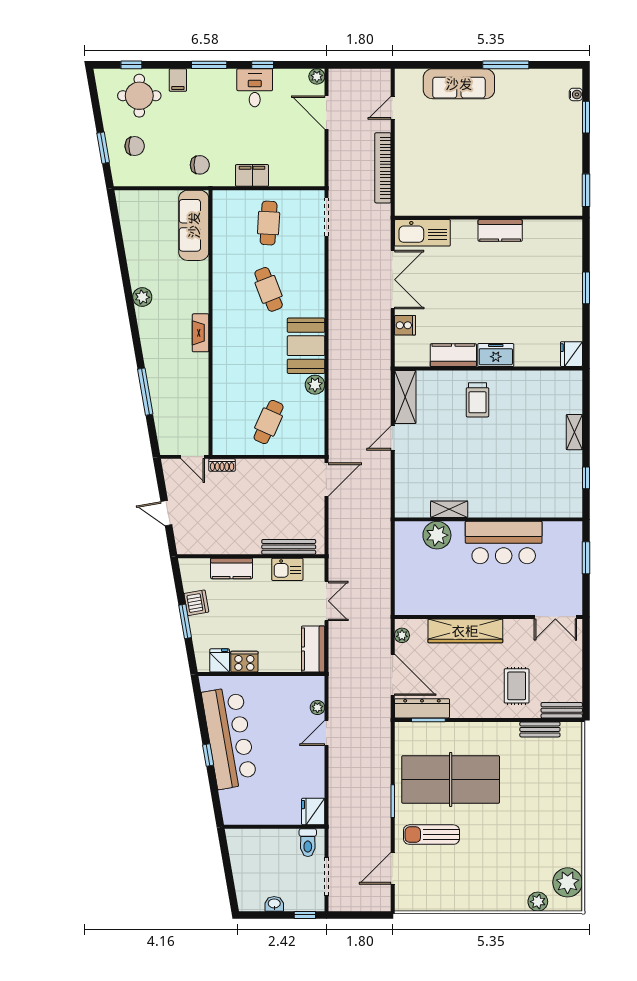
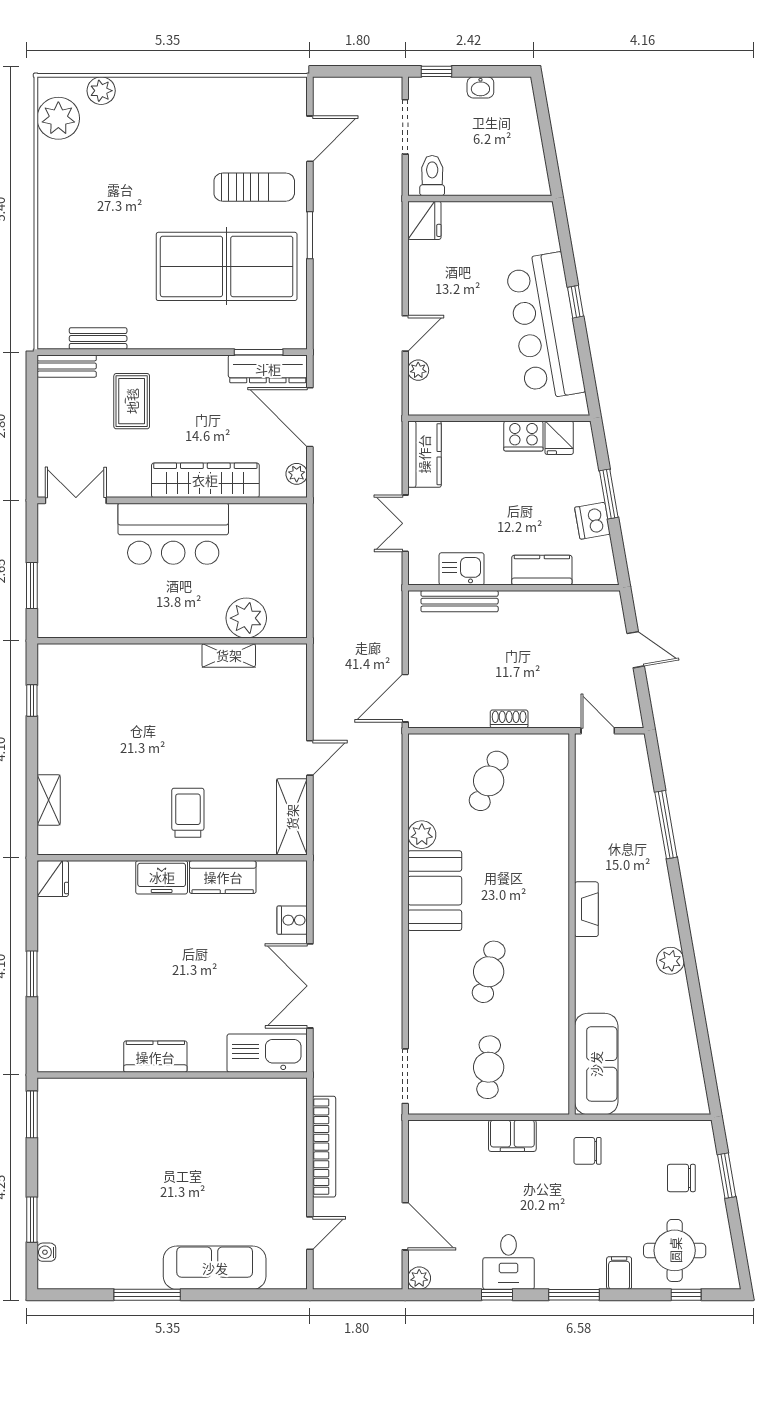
cafe table: (269, 289) -> (489, 972), turned 36
shelving: (574, 432) -> (49, 800), moved
shoe rack: (222, 465) -> (509, 719), moved
bar counter: (504, 543) -> (173, 534), moved, turned 180

